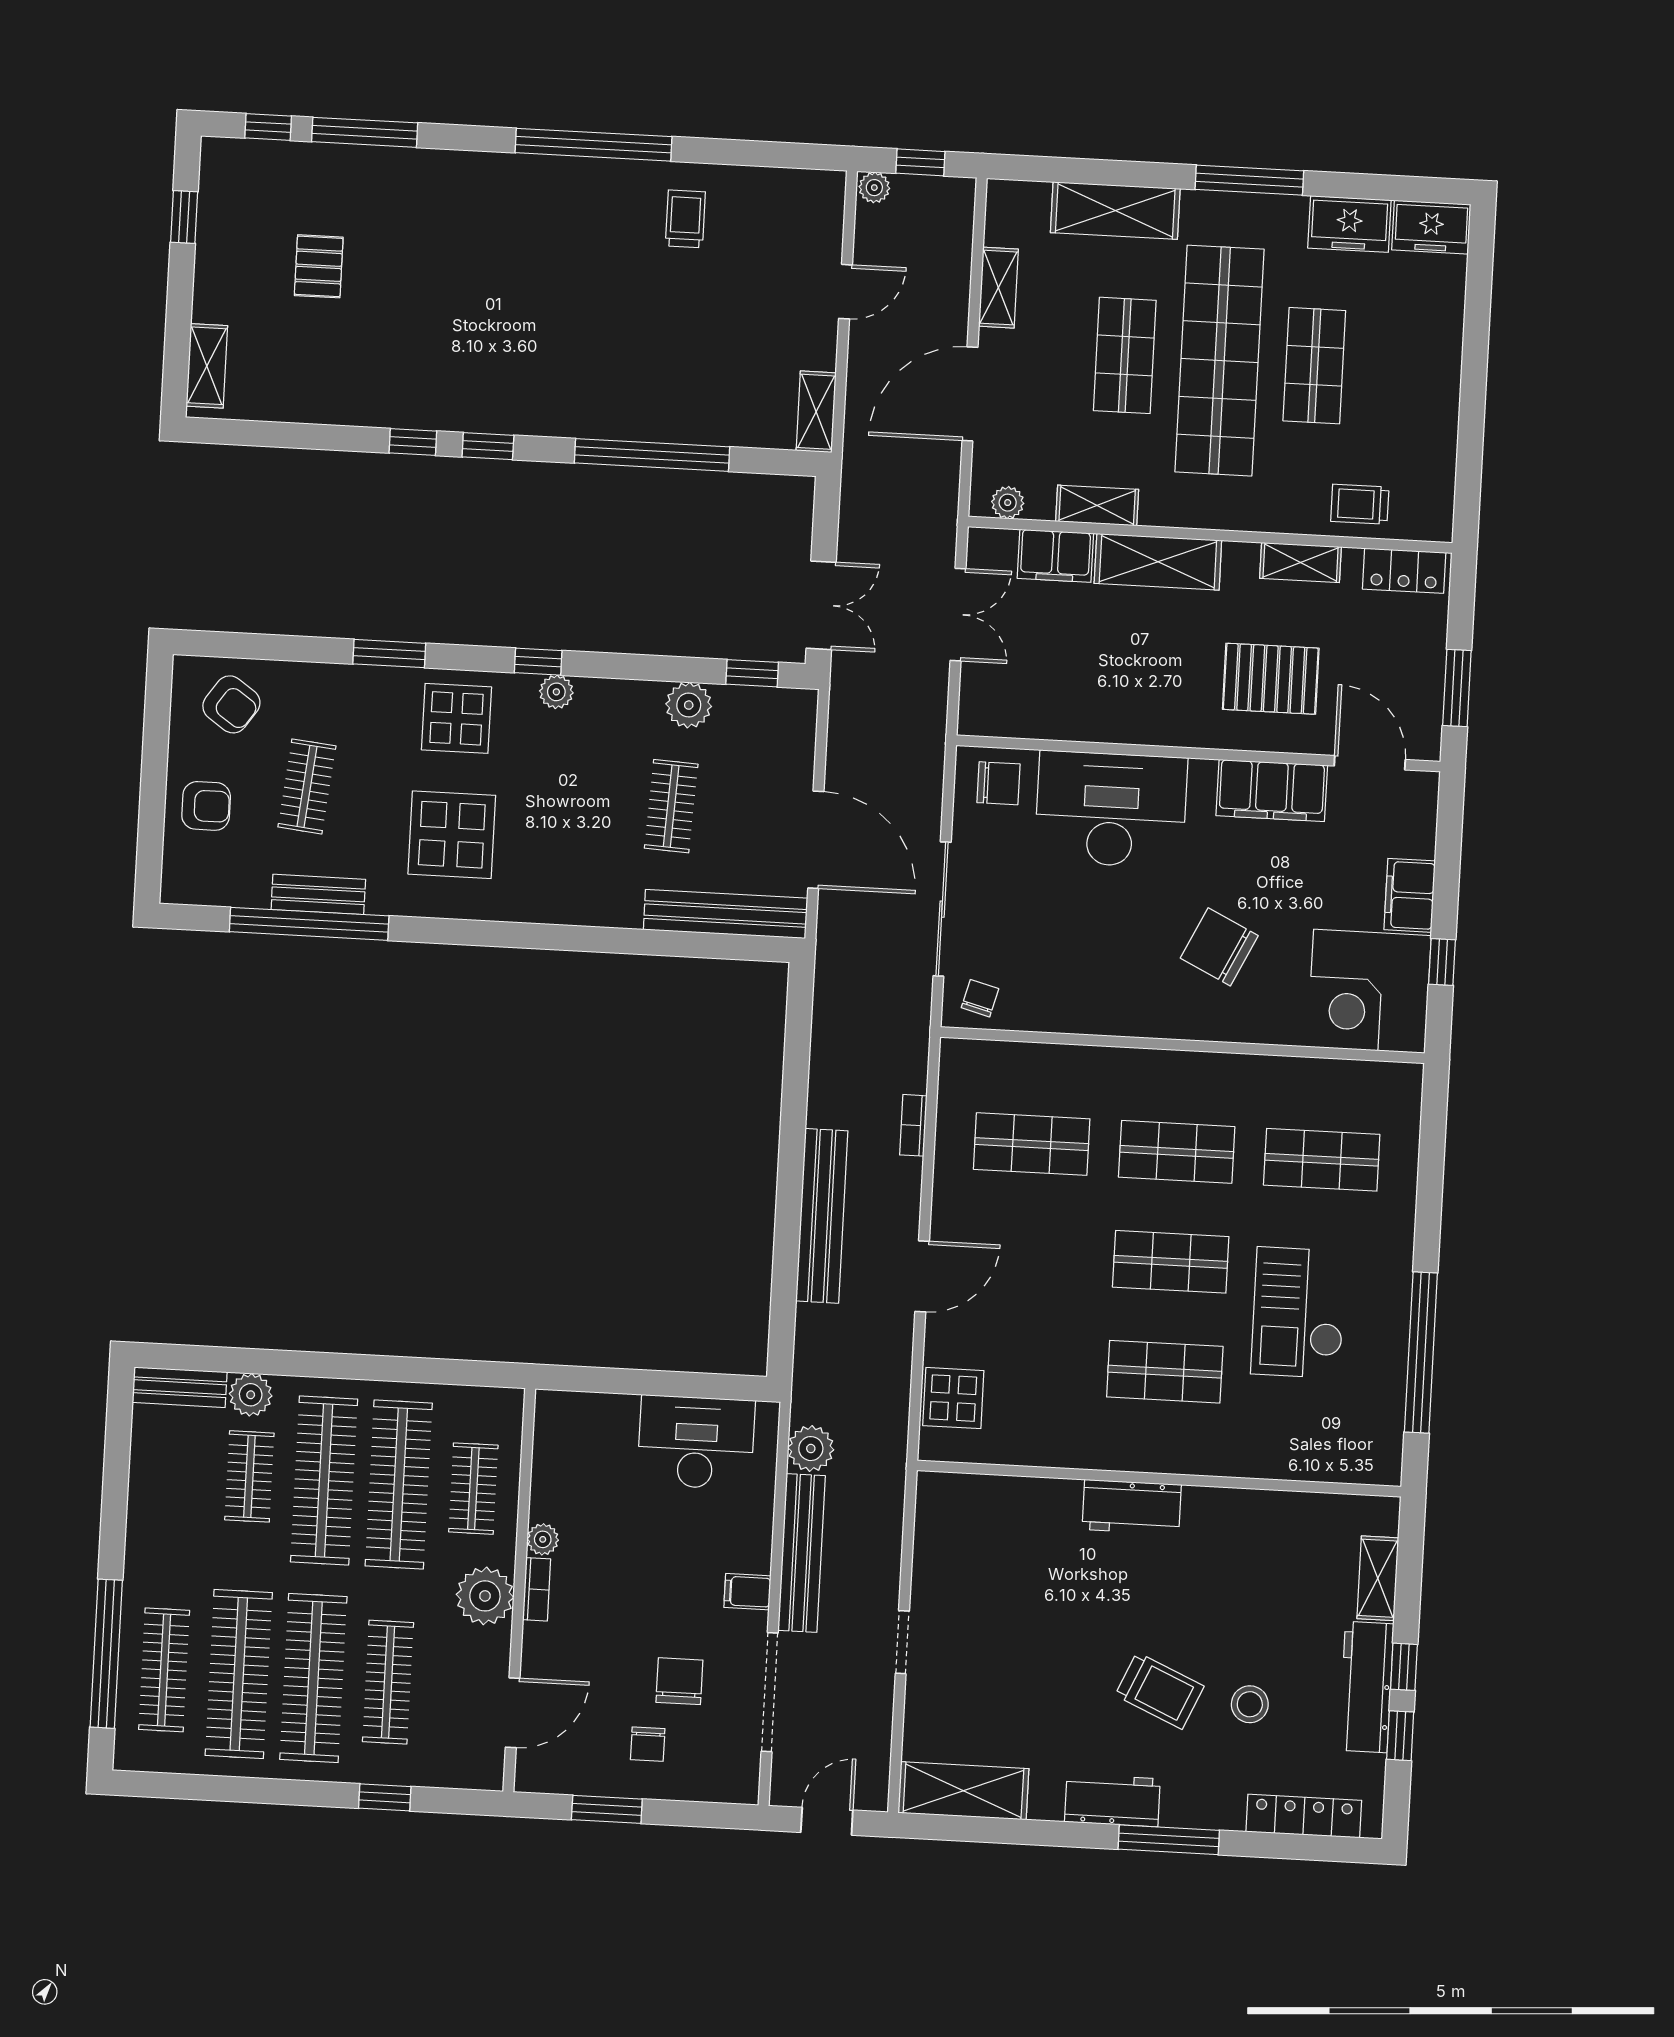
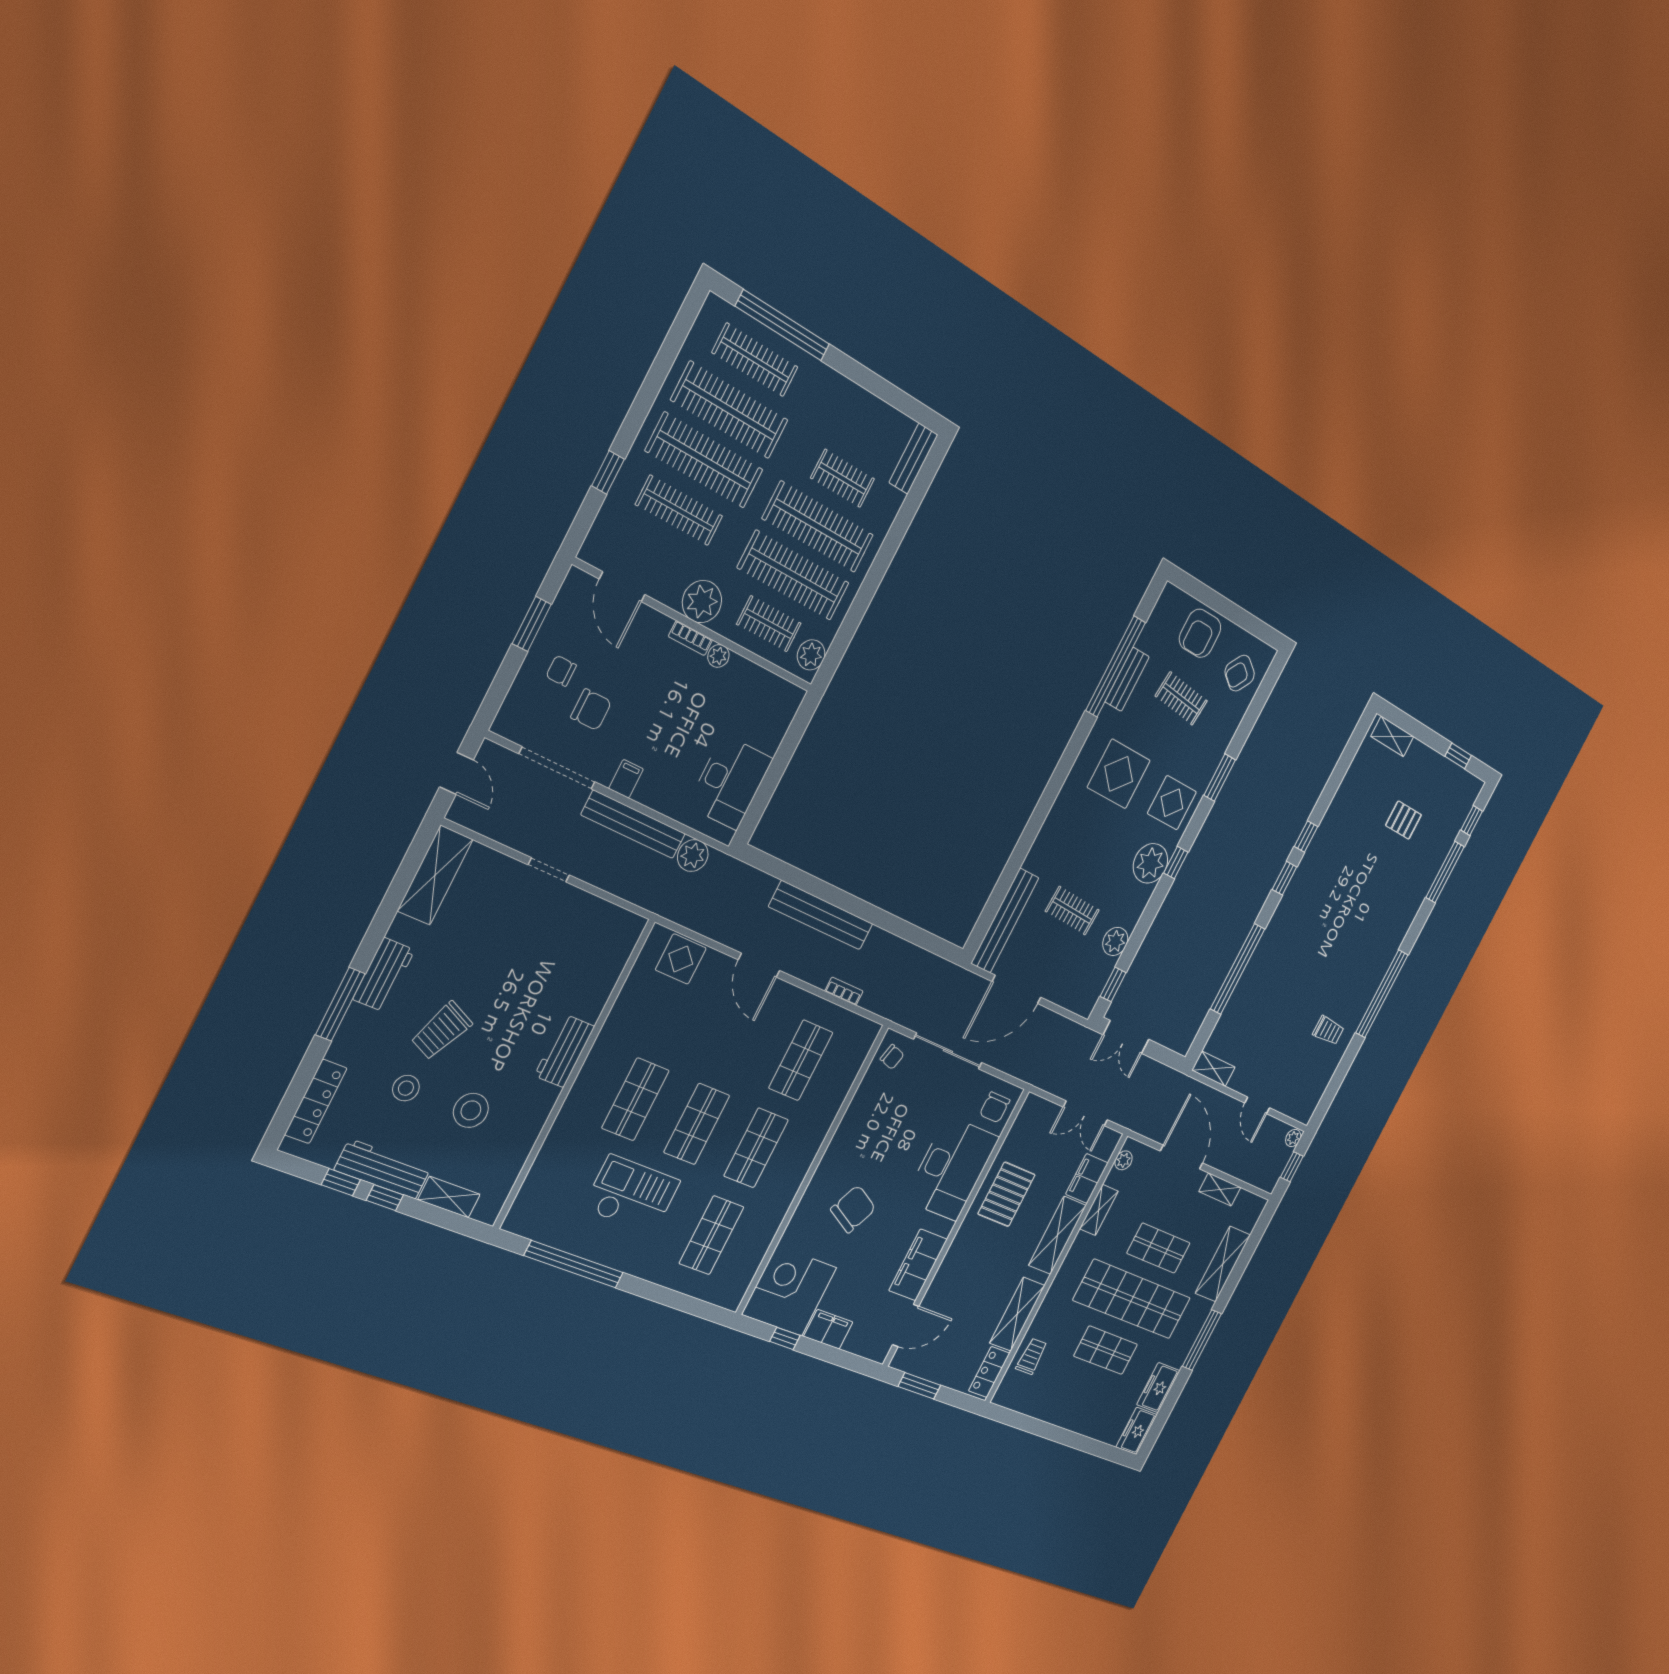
shelving: (1301, 563) -> (1017, 1314), width x1.50, depth x1.33
pallet: (1271, 679) -> (1006, 1194), moved
plant: (556, 692) -> (1150, 863), width x1.87, depth x1.87
armchair: (206, 806) -> (1200, 633), width x1.38, depth x1.38
plant: (251, 1395) -> (811, 655), moved
stool: (1252, 1602) -> (471, 1110), added

